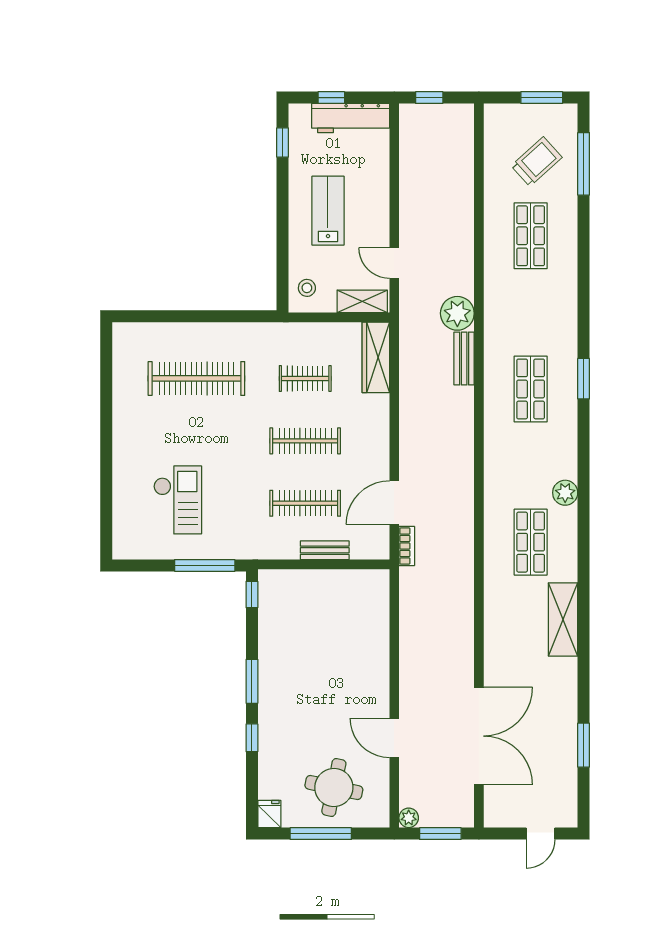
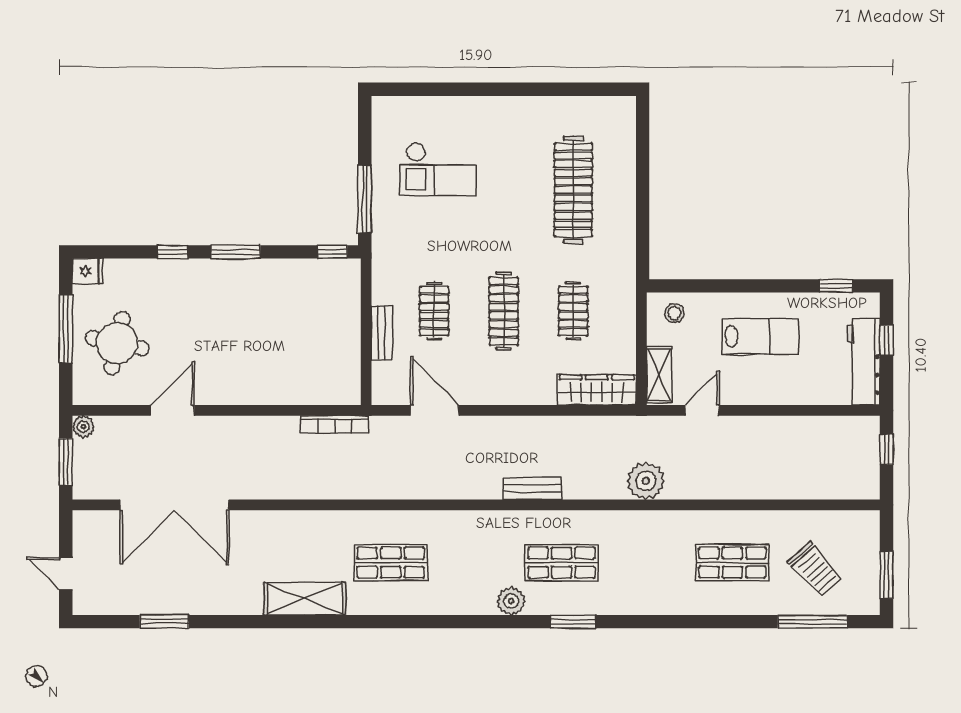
bench: (464, 359) -> (533, 488), moved
plant: (565, 493) -> (511, 601), moved
clothes rail: (305, 503) -> (434, 311), width x0.73
bookcase: (407, 546) -> (335, 424), moved, width x1.56

